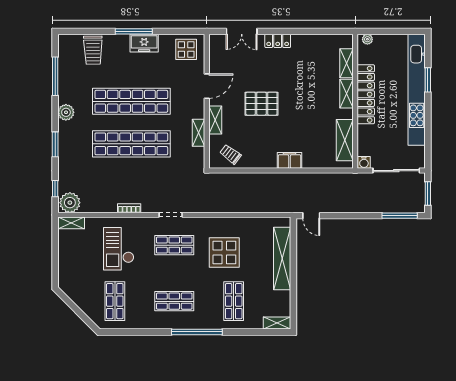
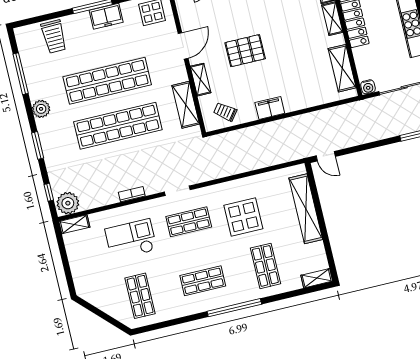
shelving: (199, 133) -> (186, 105), width x1.50, depth x1.33
filing cabinet: (290, 160) -> (270, 108), moved
checkout: (119, 249) -> (131, 239), turned 90

